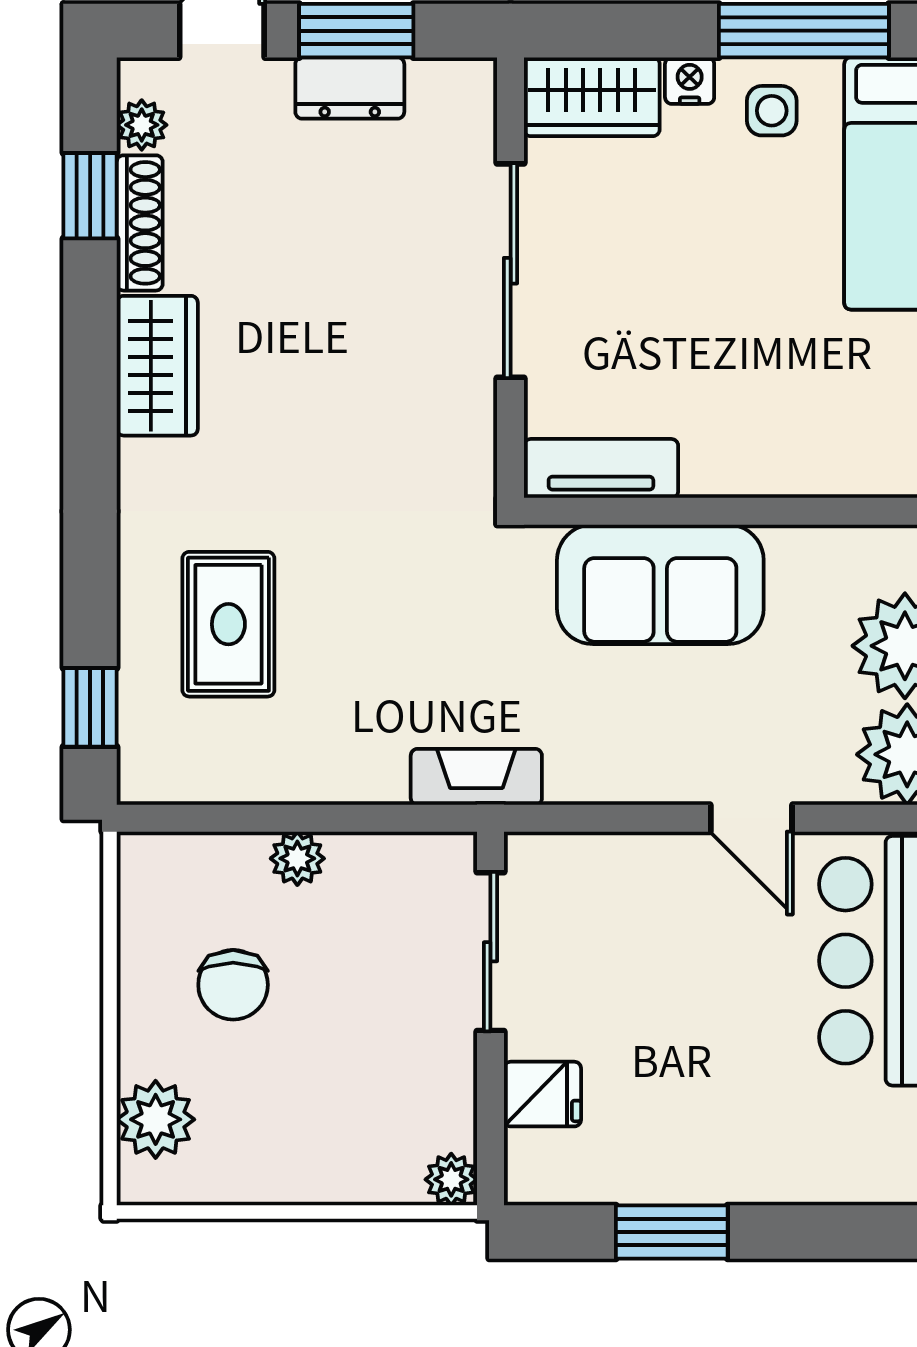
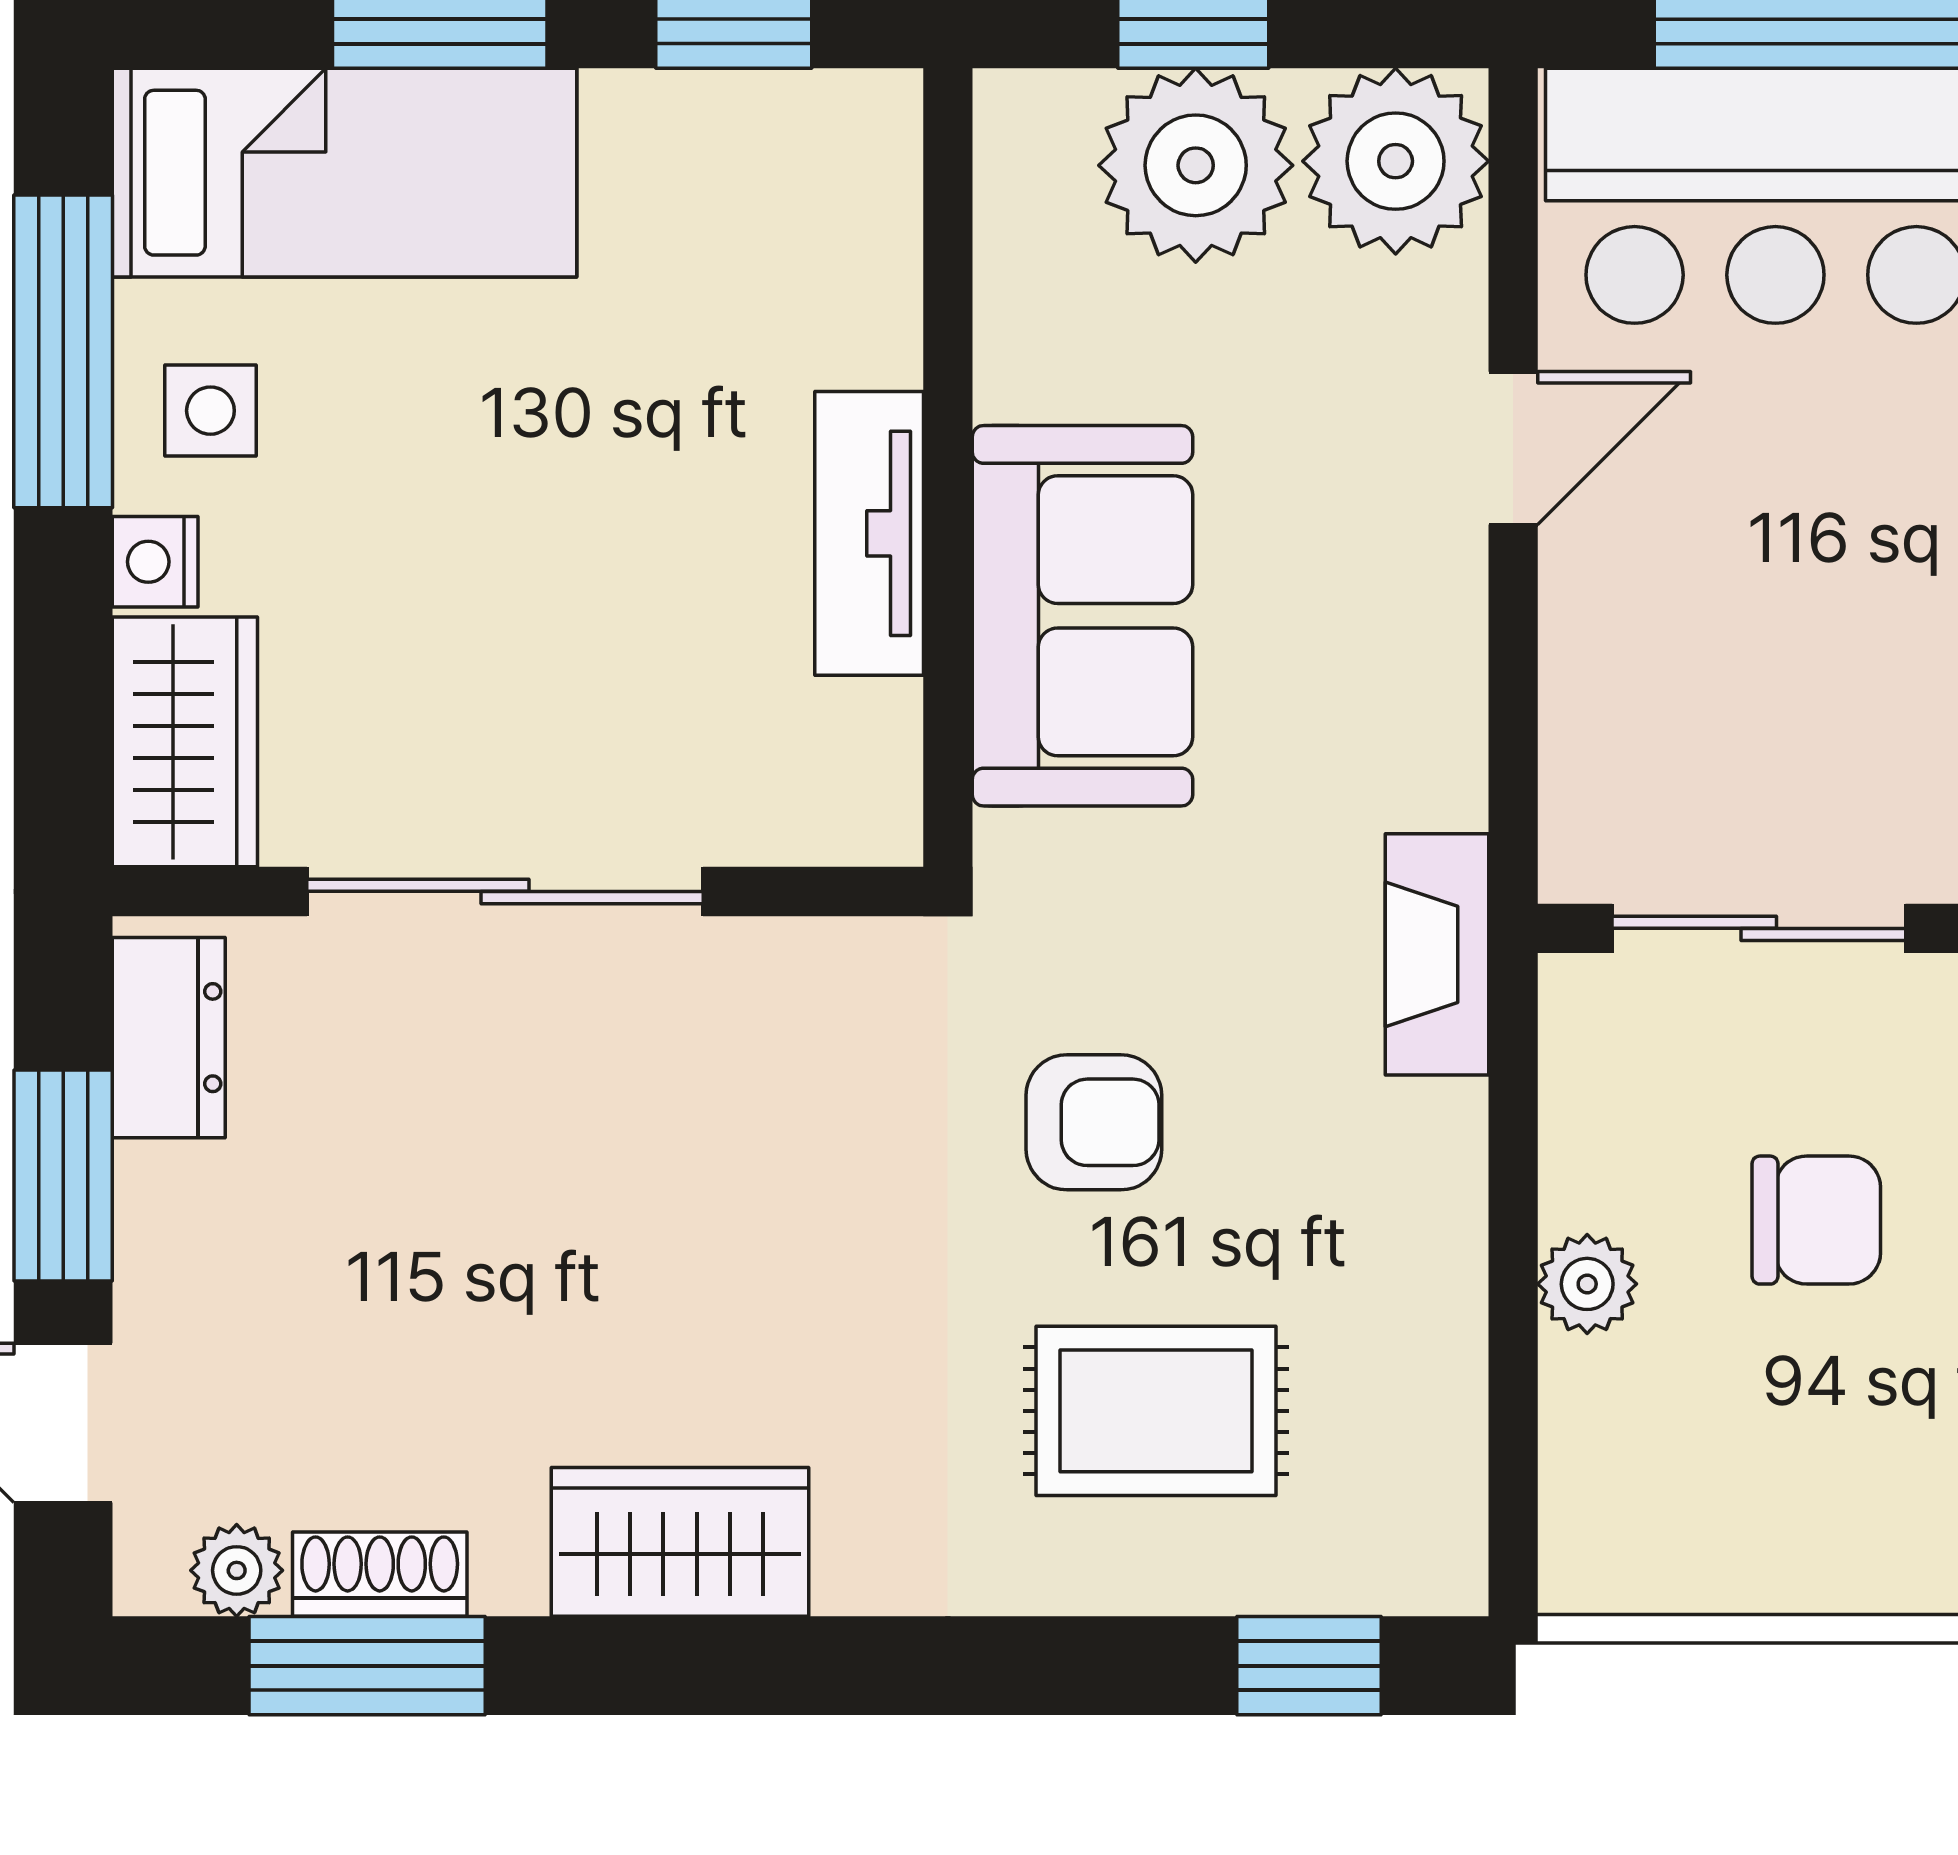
dresser: (350, 88) -> (169, 1038), moved
window: (90, 196) -> (367, 1666), width x1.50
shoe rack: (140, 223) -> (380, 1574), width x0.70
tv unit: (601, 468) -> (869, 533), moved
armchair: (385, 591) -> (1094, 1122), added
chair: (233, 985) -> (1816, 1220), moved

